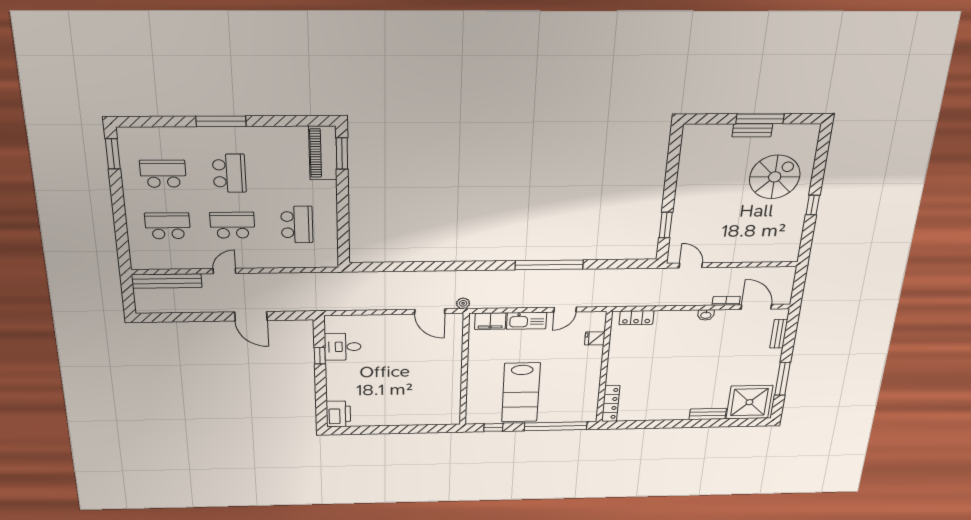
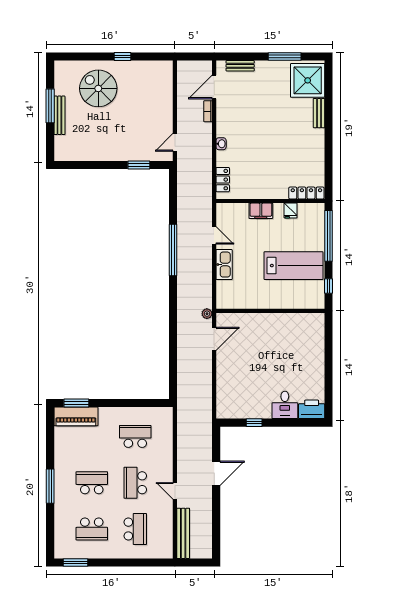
bench: (752, 130) -> (59, 115), width x1.36
school desk: (163, 174) -> (92, 529), turned -90
school desk: (168, 226) -> (135, 529), turned 180
washbasin: (706, 315) -> (221, 144), moved
filing cabinet: (490, 321) -> (261, 211), moved, turned 90
fridge: (595, 338) -> (291, 211), moved
desk: (343, 347) -> (285, 405), moved

